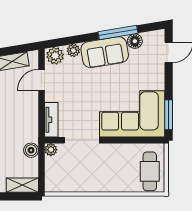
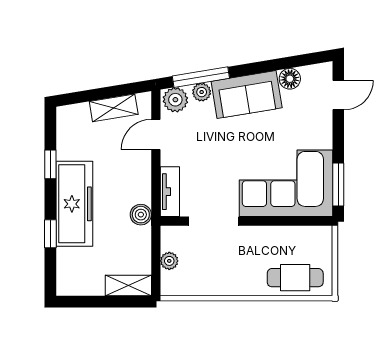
window: (118, 33) -> (201, 77), moved
boiler: (31, 150) -> (141, 215), moved
plant: (51, 150) -> (169, 261), moved
cafe table: (150, 171) -> (295, 278), moved, turned 90

